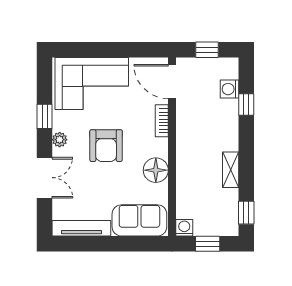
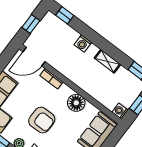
washing machine: (230, 89) -> (83, 44), moved
window: (246, 104) -> (65, 15), moved

